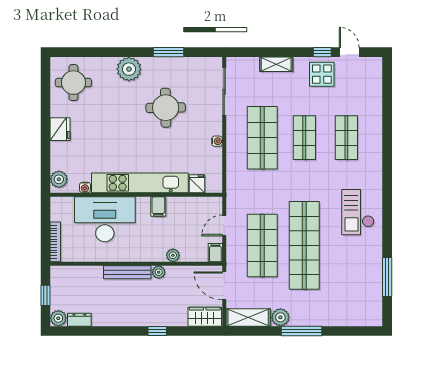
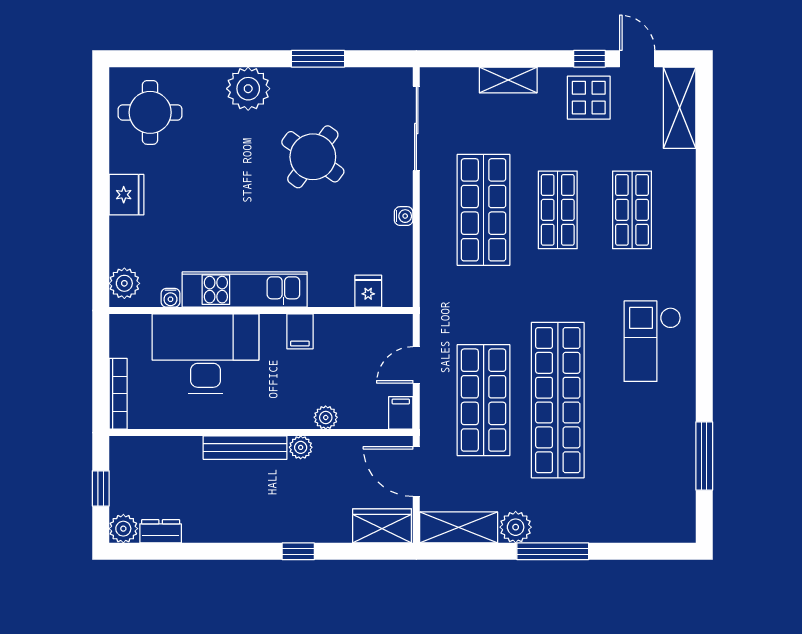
shelving: (373, 80) -> (680, 108), added
round table: (166, 108) -> (313, 157), turned 37
kitchen unit: (140, 183) -> (245, 290), width x0.73

